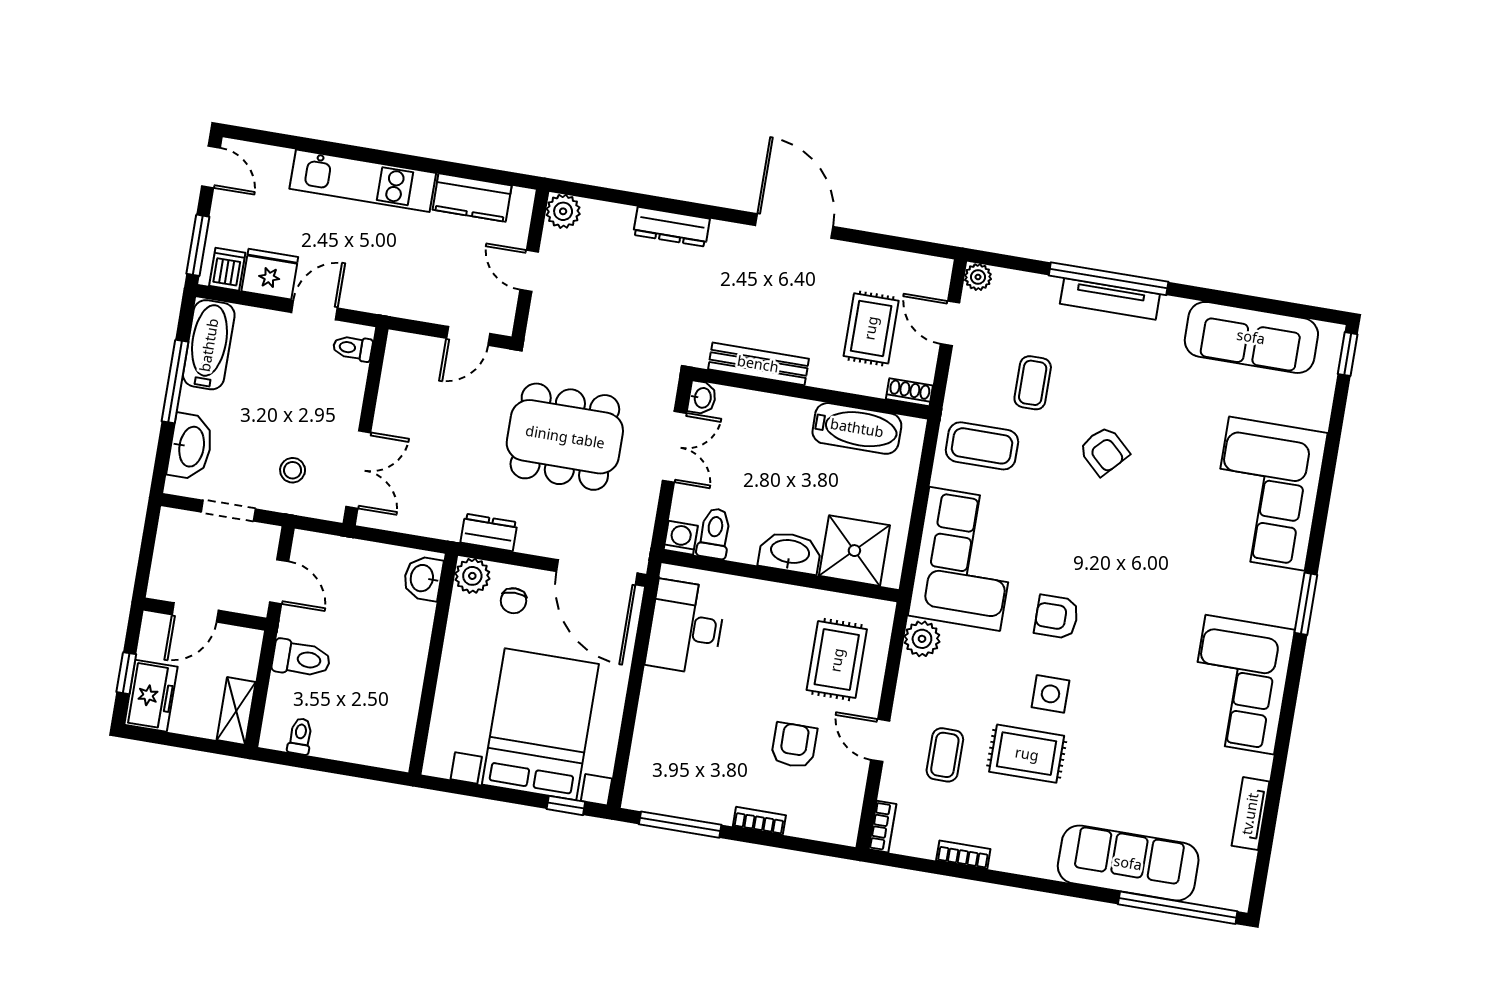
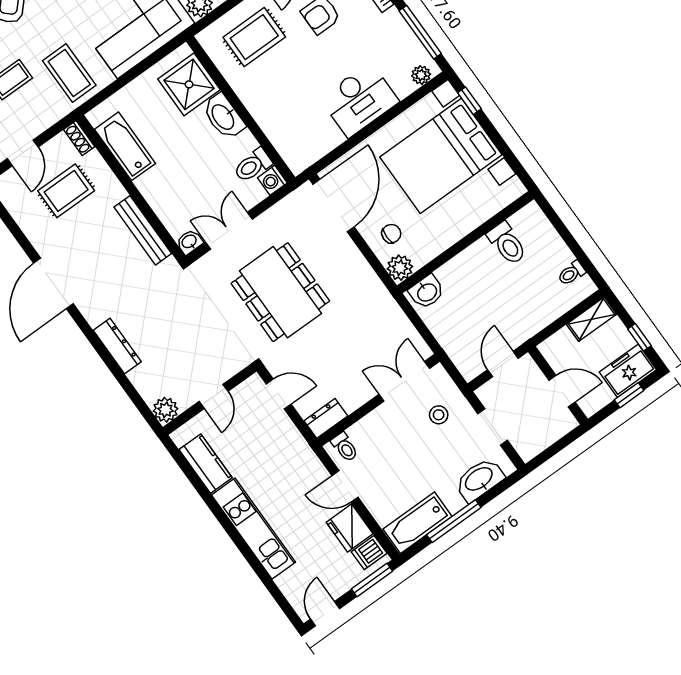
dresser: (489, 532) -> (326, 418), moved, turned 90
desk: (686, 627) -> (359, 100), moved
toilet: (301, 659) -> (507, 243), moved, turned 180
window: (172, 740) -> (639, 337), added
plant: (638, 784) -> (421, 75), added

